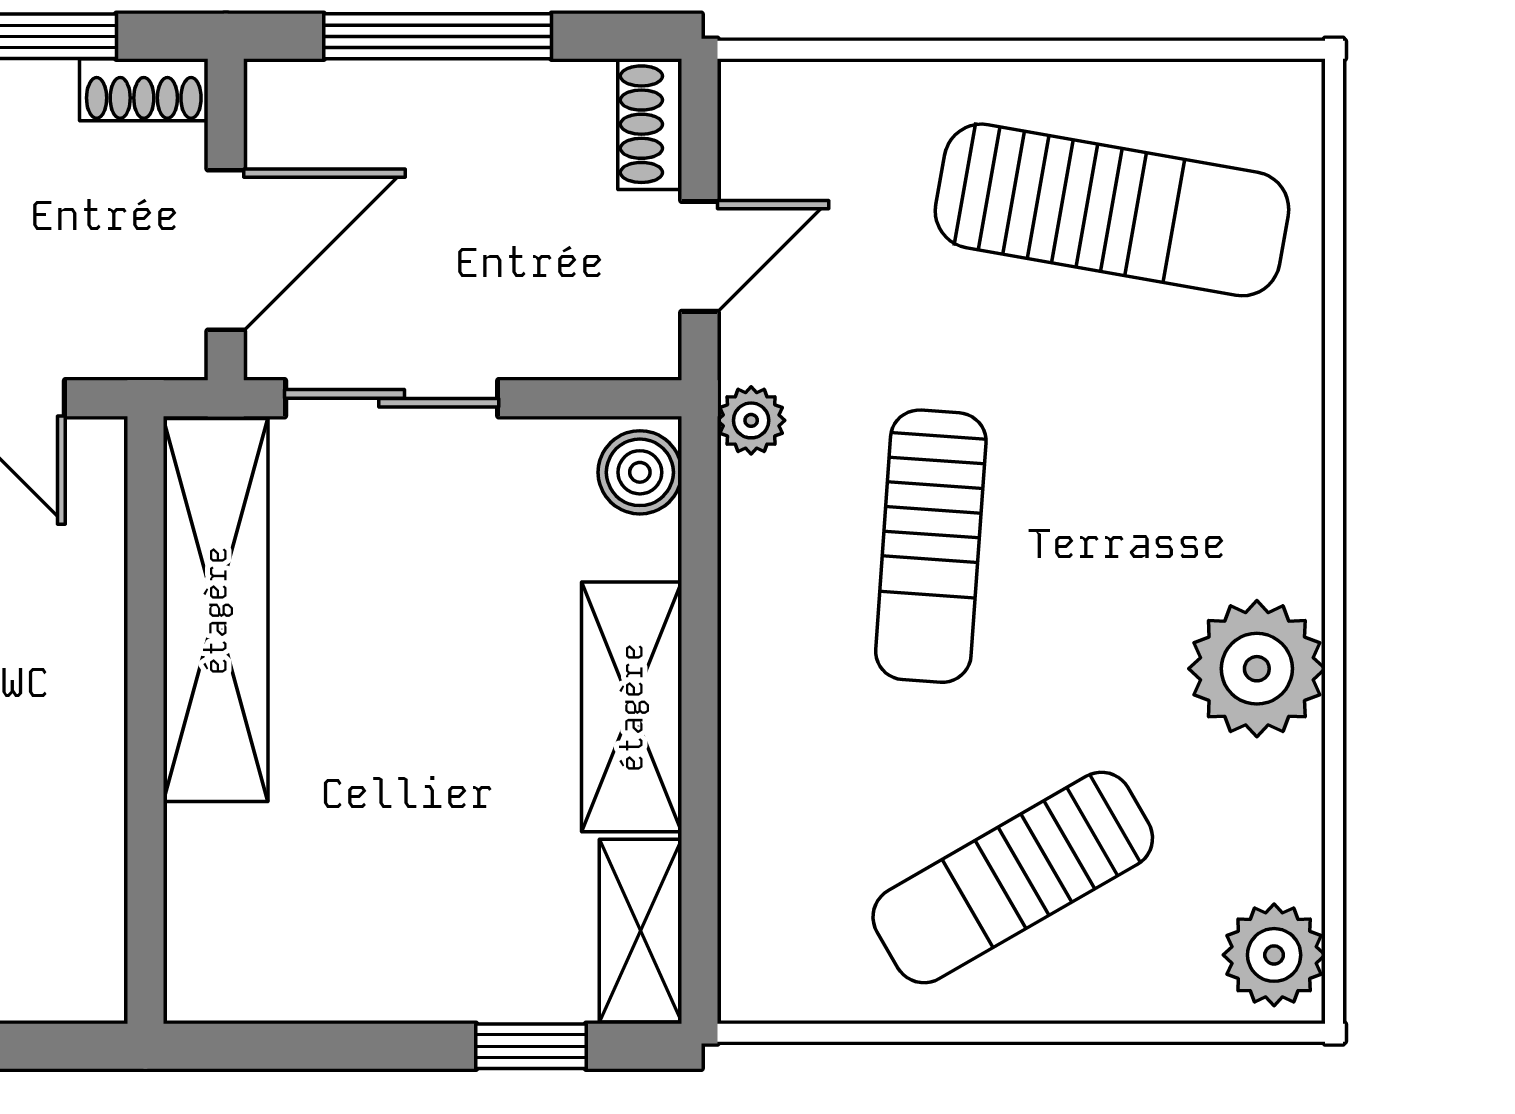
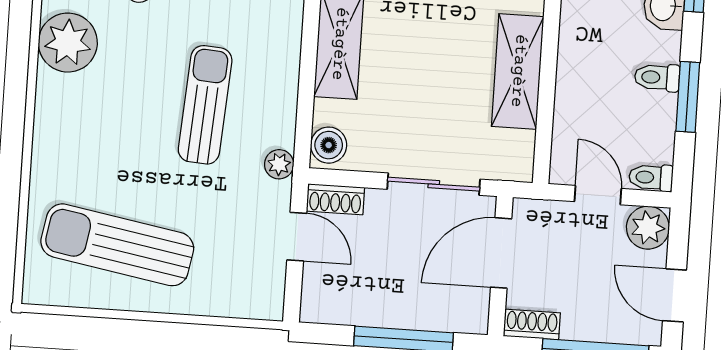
shoe rack: (650, 124) -> (335, 199), moved, turned 90
door: (699, 256) -> (297, 237), swing flipped
shelving: (216, 610) -> (518, 71), width x0.68

